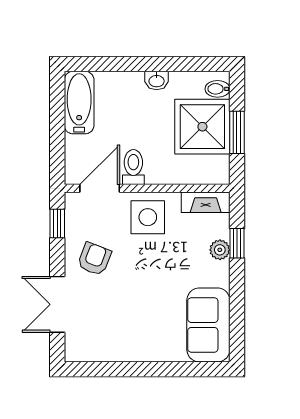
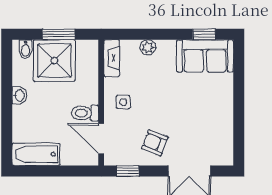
side table: (148, 217) -> (123, 102), width x0.54, depth x0.54
window: (237, 243) -> (204, 34), moved

